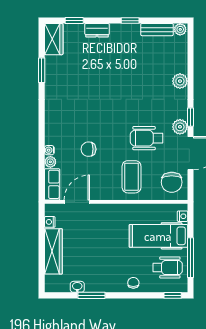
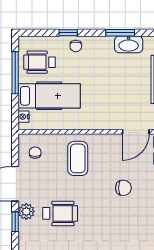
wheelchair: (147, 138) -> (60, 213), moved
chair: (172, 182) -> (35, 153), width x0.54, depth x0.54
washbasin: (77, 287) -> (129, 44), width x1.91, depth x1.45
window: (173, 295) -> (68, 33), moved

